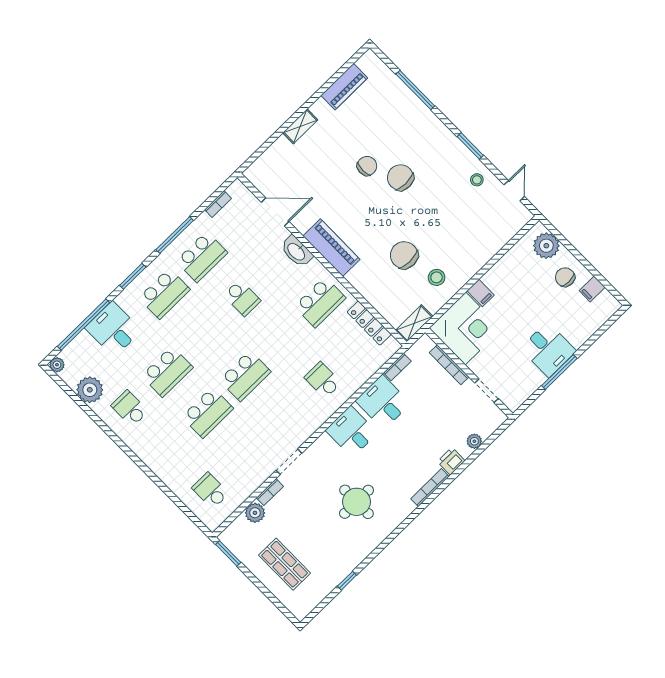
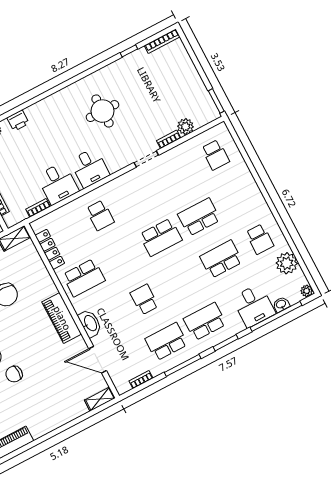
shelving: (300, 126) -> (100, 399), moved
school desk: (320, 302) -> (84, 278), turned 180
washbasin: (82, 340) -> (281, 304), added
school desk: (245, 376) -> (161, 237), turned 180
bookcase: (430, 488) -> (162, 41), moved
shop shelf: (285, 564) -> (174, 79), removed

